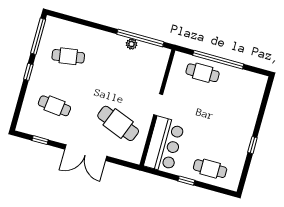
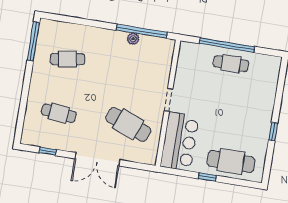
window: (28, 72) -> (27, 80), removed
cafe table: (203, 73) -> (231, 64), moved
cafe table: (210, 169) -> (231, 162), width x1.37, depth x1.35

